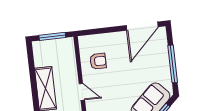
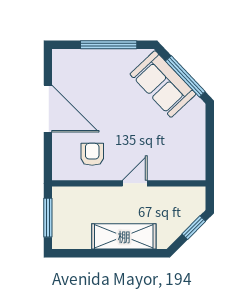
door: (142, 26) -> (48, 109), moved

